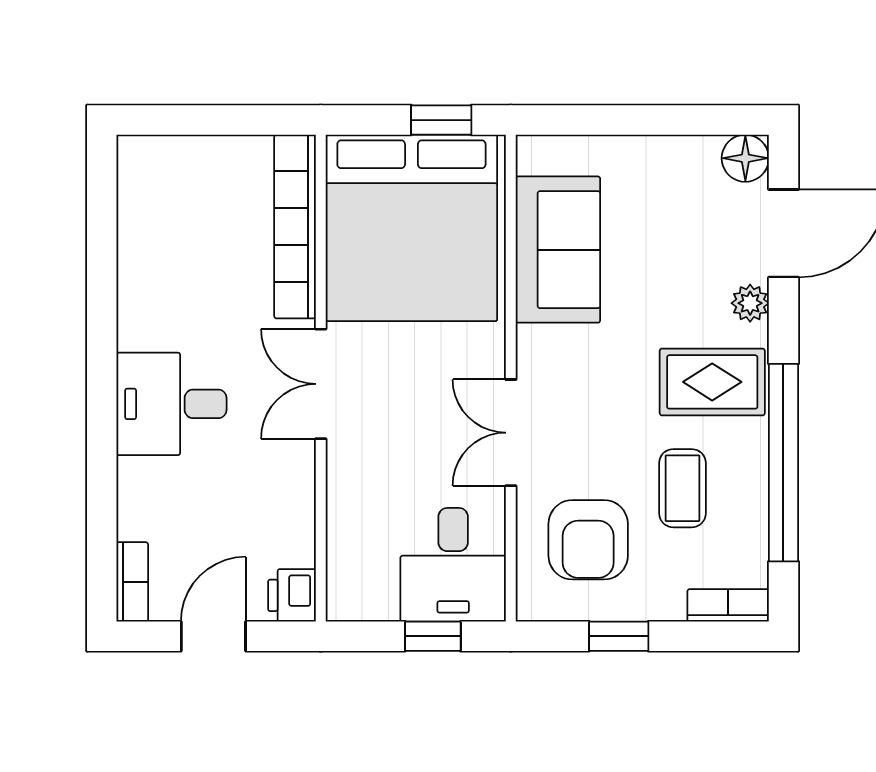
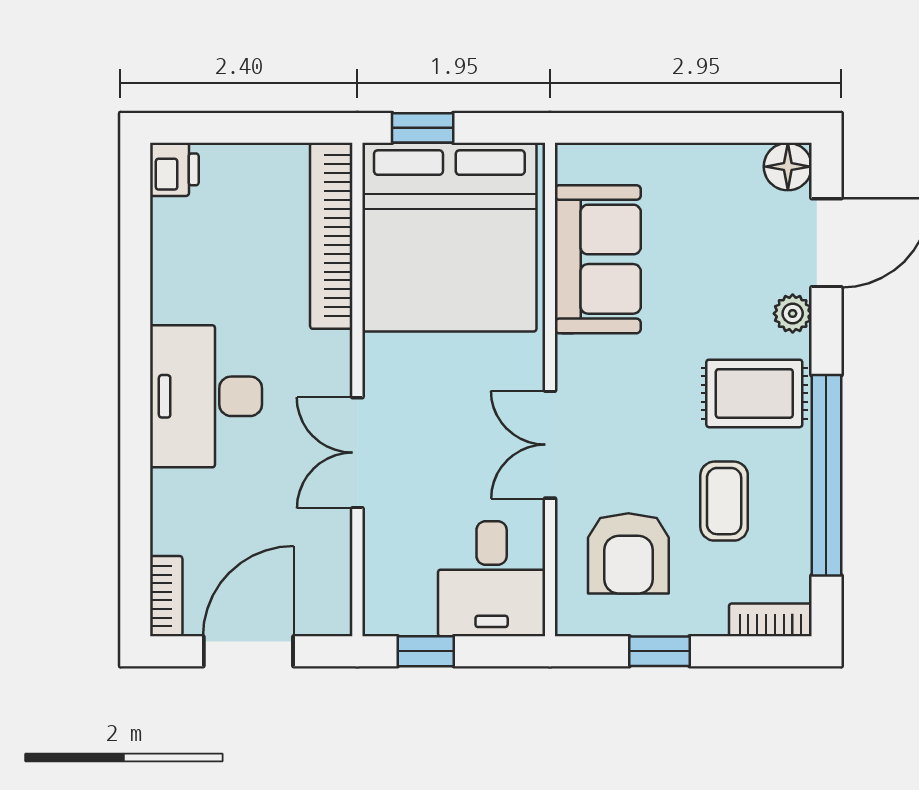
window: (441, 120) -> (423, 128), moved
double door: (321, 384) -> (357, 453), moved
desk: (171, 404) -> (206, 396), width x1.37
printer: (292, 595) -> (174, 169), moved, turned 180
door: (213, 636) -> (248, 651), width x1.38
window: (433, 636) -> (426, 651), moved

